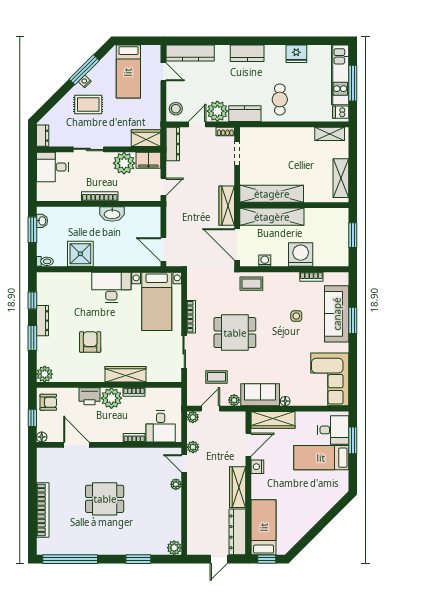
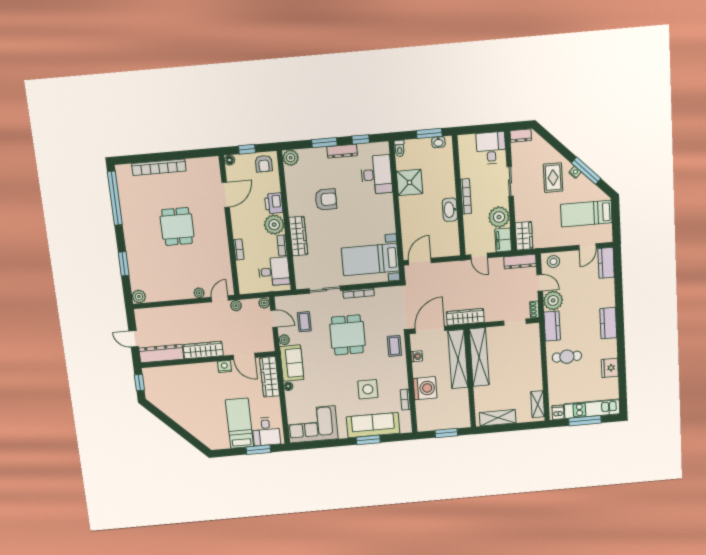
kitchen counter: (190, 53) -> (606, 263), width x0.67
desk: (111, 287) -> (376, 175), moved
side table: (296, 316) -> (368, 389), width x1.87, depth x1.87
desk: (161, 426) -> (274, 272), moved, turned 180
bed: (264, 527) -> (169, 377), removed

